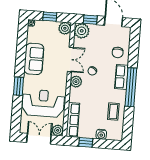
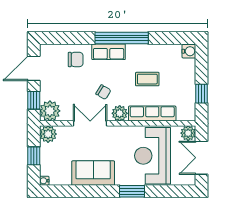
coffee table: (113, 112) -> (147, 79), moved
row of seats: (73, 120) -> (152, 114), moved
water cooler: (101, 134) -> (189, 51), moved

